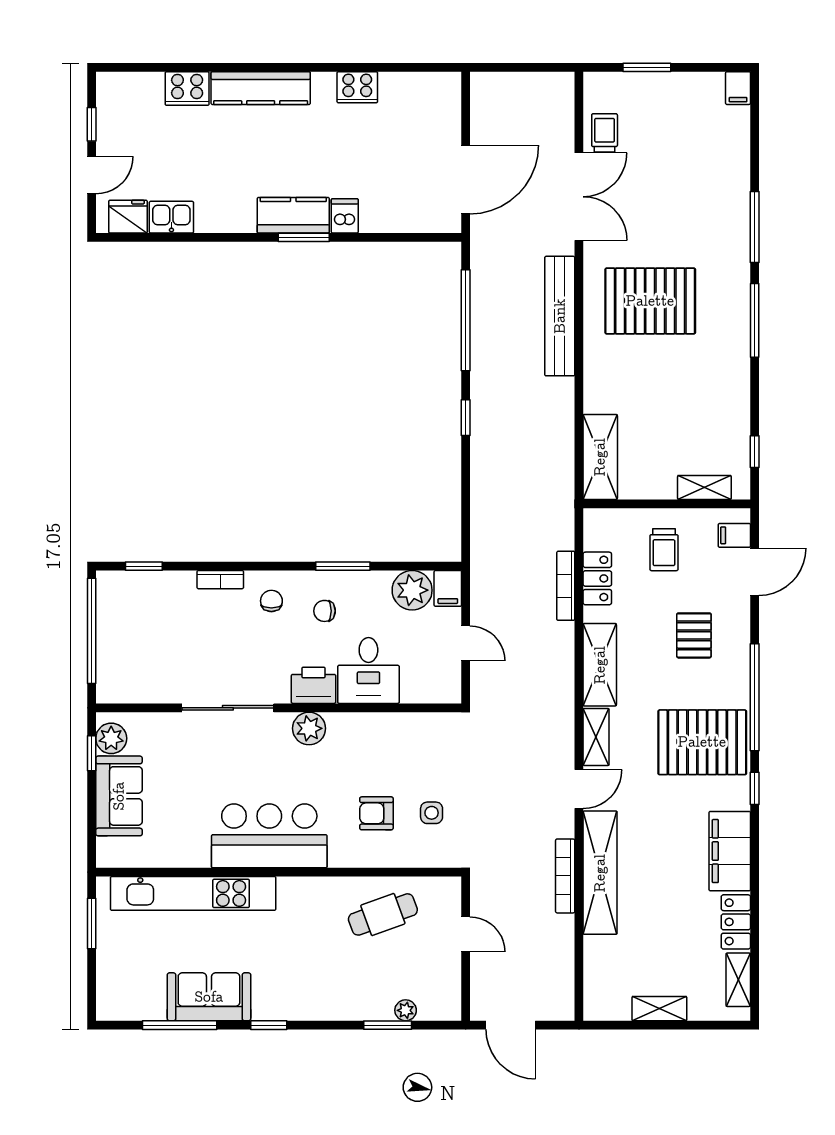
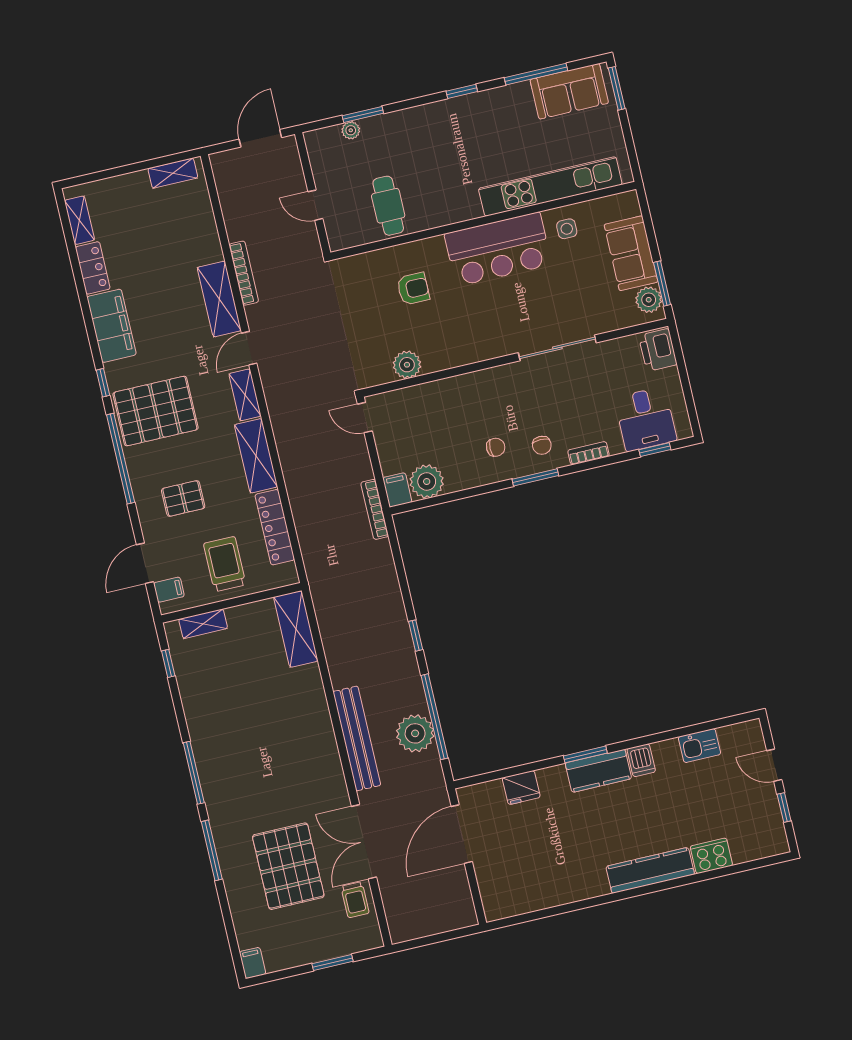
cooker: (357, 87) -> (570, 890), removed
door: (92, 175) -> (774, 765), hinge flipped
dishwasher: (345, 216) -> (641, 760), moved
fridge: (128, 217) -> (521, 788), moved
pallet: (650, 301) -> (288, 866), moved, turned 90
plant: (492, 306) -> (415, 733), added
trolley: (664, 550) -> (225, 564), width x1.36, depth x1.39
window: (343, 566) -> (535, 477), moved
locker: (597, 578) -> (275, 527), width x1.53
bookcase: (566, 586) -> (375, 509), moved, turned 180
window: (92, 631) -> (686, 386), removed
pallet: (694, 635) -> (183, 498), turned 90
door: (466, 643) -> (365, 418), moved
desk: (368, 670) -> (646, 419), moved, turned 180
printer: (314, 685) -> (658, 350), moved, turned 90
plant: (309, 728) -> (407, 365), moved
window: (92, 753) -> (662, 284), width x1.50
side table: (432, 813) -> (567, 229), moved
shelving: (600, 873) -> (219, 299), width x0.68
cafe table: (383, 914) -> (388, 206), turned -70
window: (92, 924) -> (617, 88), moved
sofa: (209, 997) -> (569, 91), moved
shelving: (659, 1009) -> (173, 173), moved
door: (511, 1025) -> (260, 138), hinge flipped

